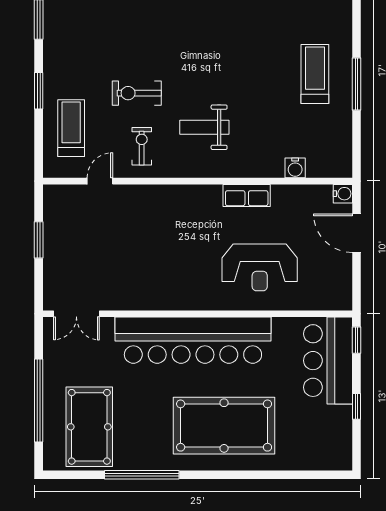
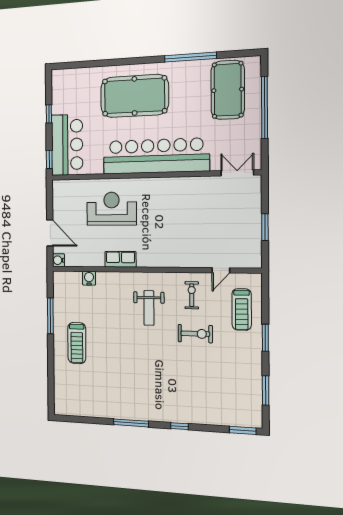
window: (356, 84) -> (50, 316), moved
weight bench: (204, 127) -> (149, 308), turned 90
exercise bike: (142, 146) -> (192, 295), turned 180

